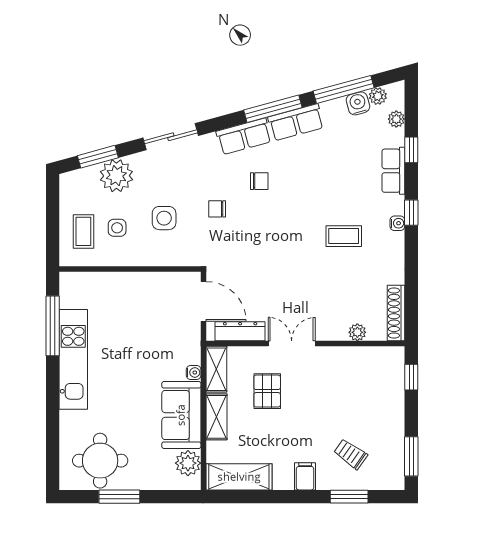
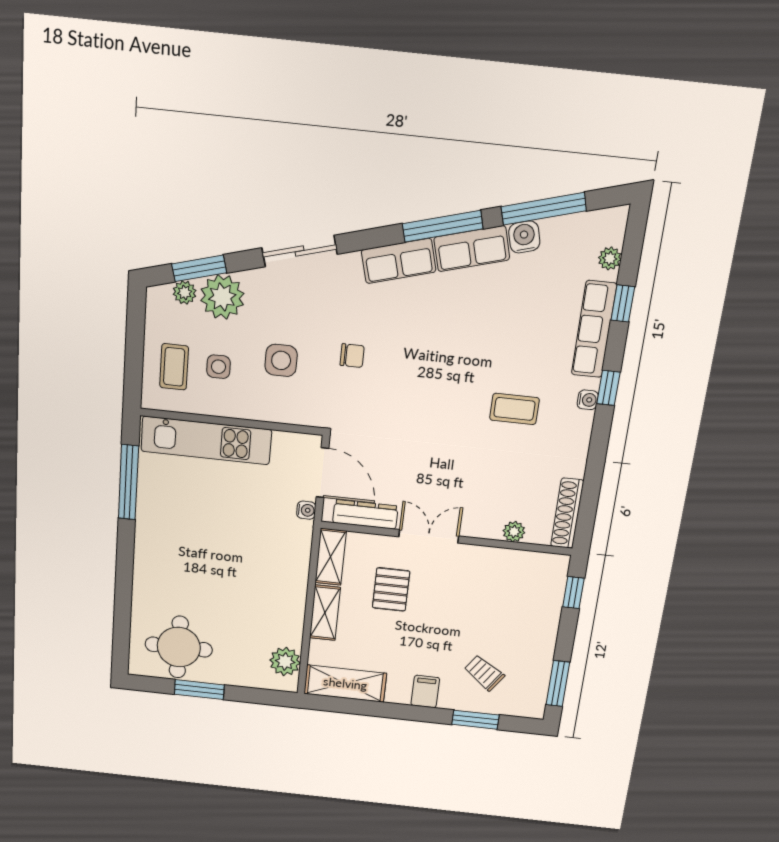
plant: (378, 96) -> (185, 292), moved
water cooler: (358, 103) -> (524, 237), moved
row of seats: (393, 171) -> (594, 329), width x1.48
chair: (259, 181) -> (412, 324), removed
chair: (217, 209) -> (352, 356), turned 180
kitchen unit: (73, 359) -> (206, 440), moved, turned 90
water cooler: (194, 372) -> (306, 510), moved
sofa: (181, 415) -> (282, 606), removed

